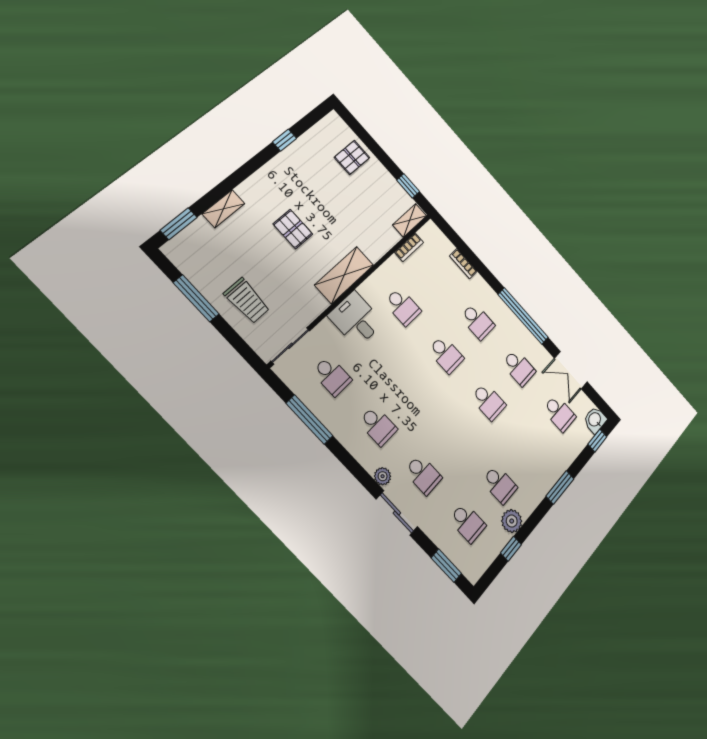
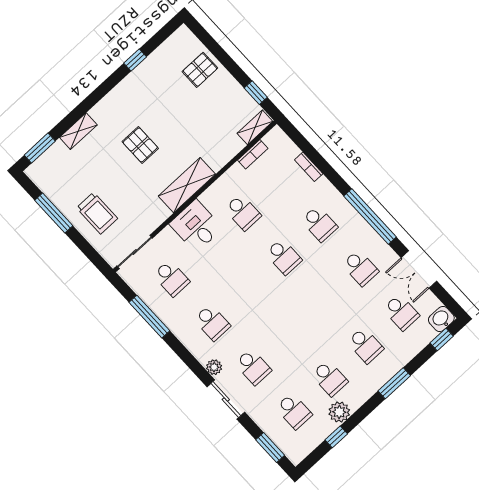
school desk: (488, 402) -> (365, 345), moved

